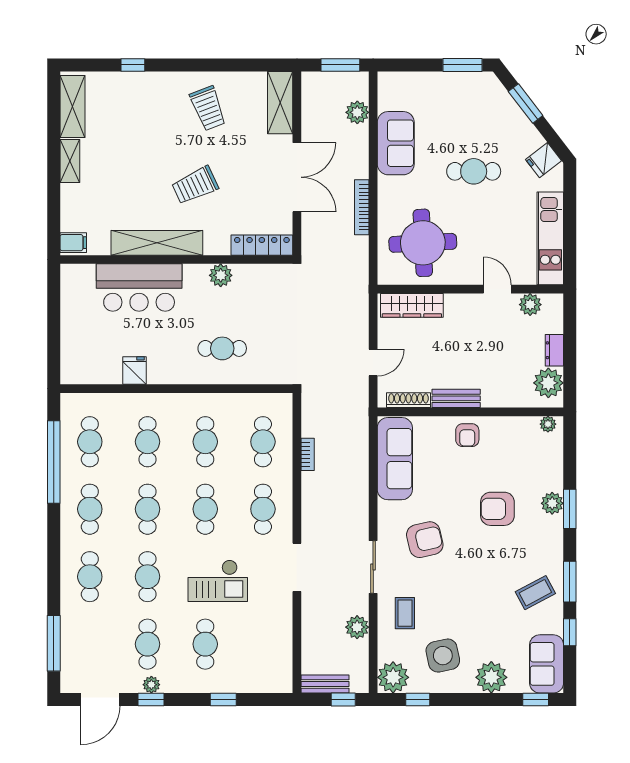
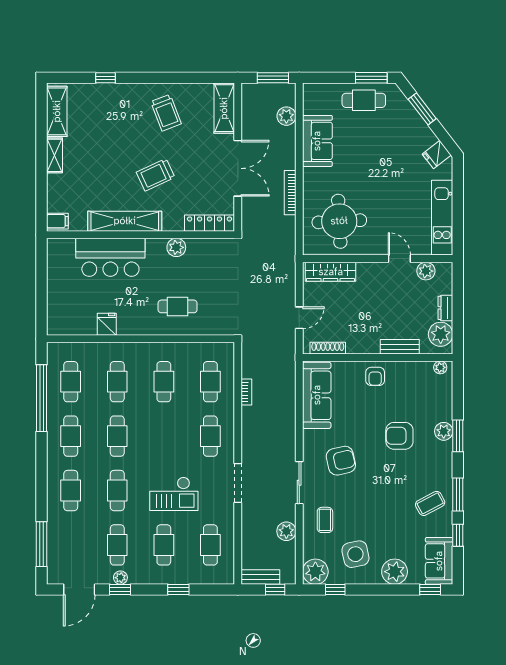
cafe table: (474, 171) -> (364, 100), moved
bench: (456, 398) -> (400, 347), moved
cafe table: (205, 509) -> (210, 545), moved

